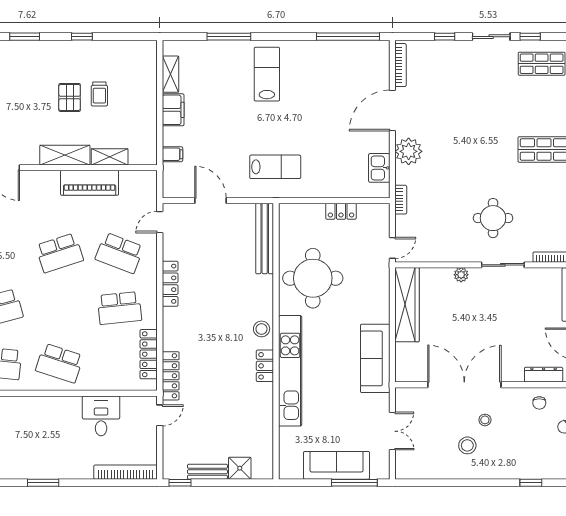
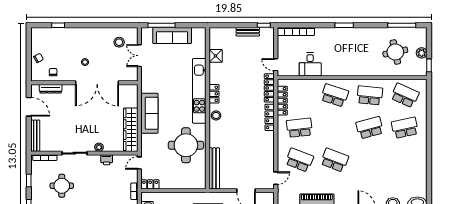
locker: (341, 211) -> (150, 184), moved
round table: (493, 218) -> (62, 186), moved
school desk: (59, 253) -> (335, 160), turned 39
printer: (448, 253) -> (107, 160), added
locker: (170, 284) -> (270, 117), moved
sofa: (375, 358) -> (149, 113), moved
door: (160, 415) -> (276, 65), hinge flipped
stool: (467, 445) -> (119, 42), moved
shower: (240, 468) -> (216, 56), moved

